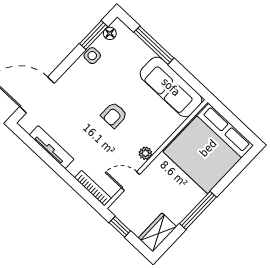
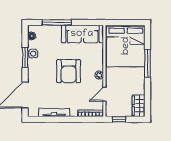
window: (94, 35) -> (25, 57), moved
armchair: (114, 115) -> (69, 71), width x1.88, depth x1.88
window: (198, 210) -> (148, 63), moved

